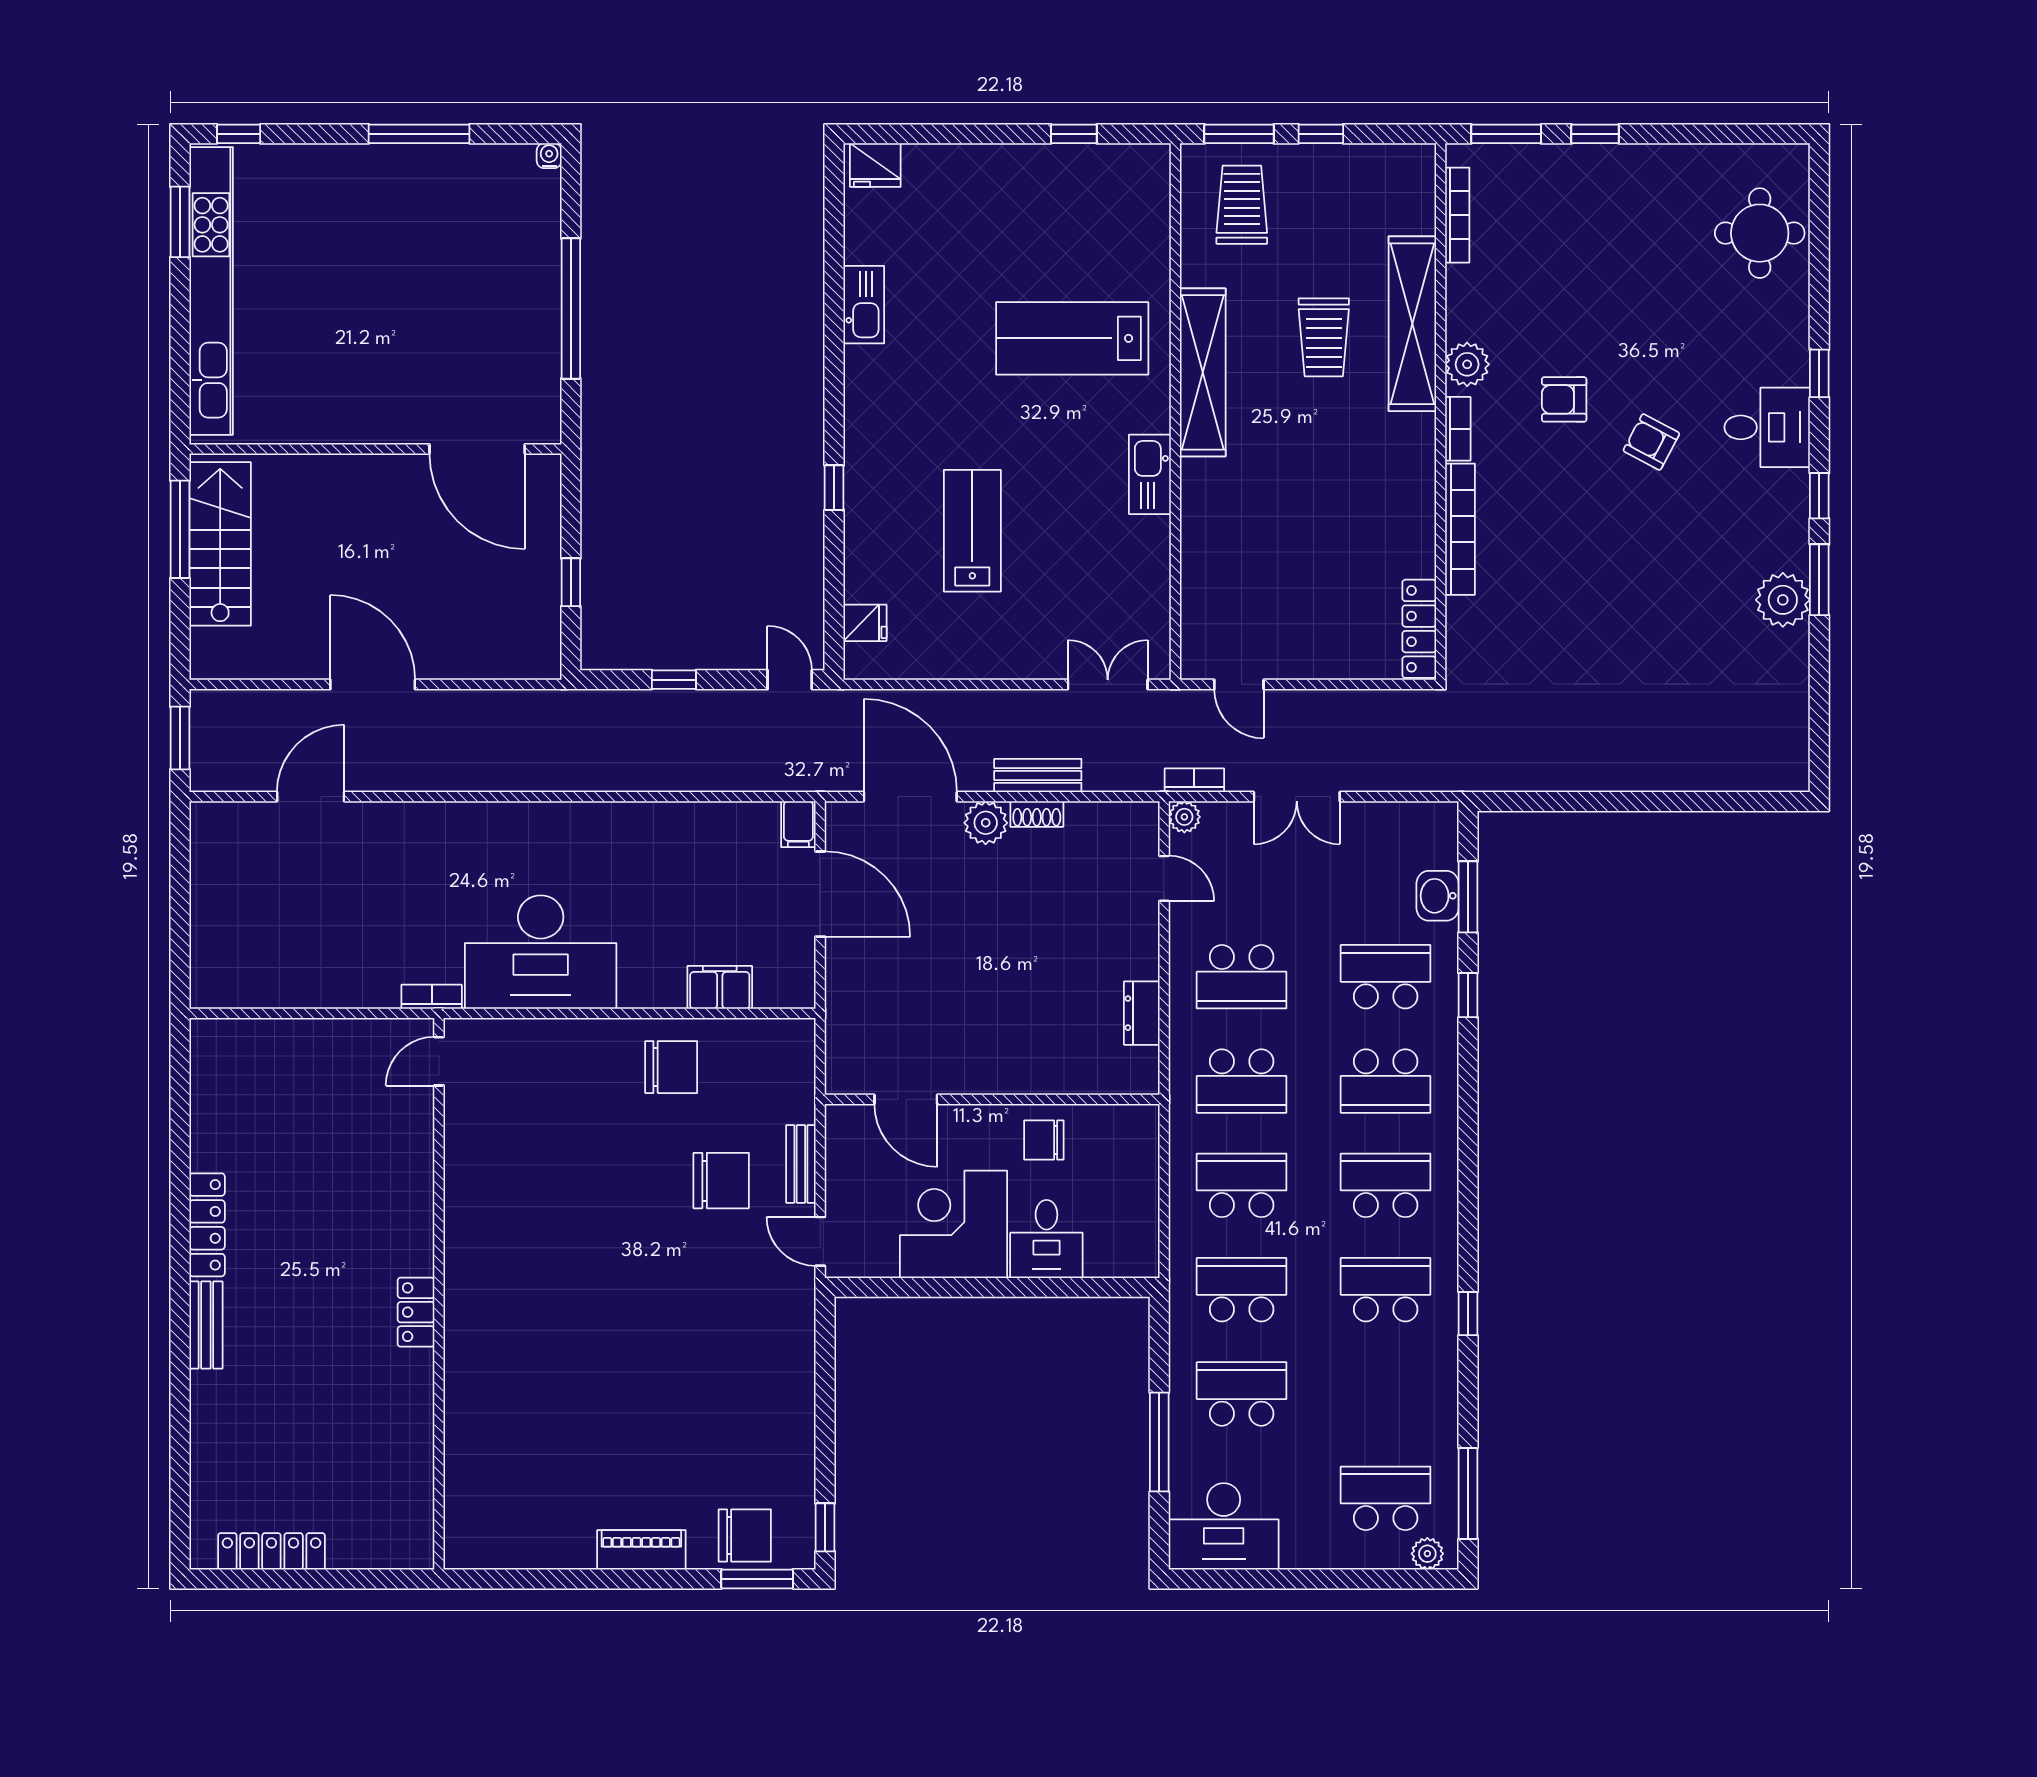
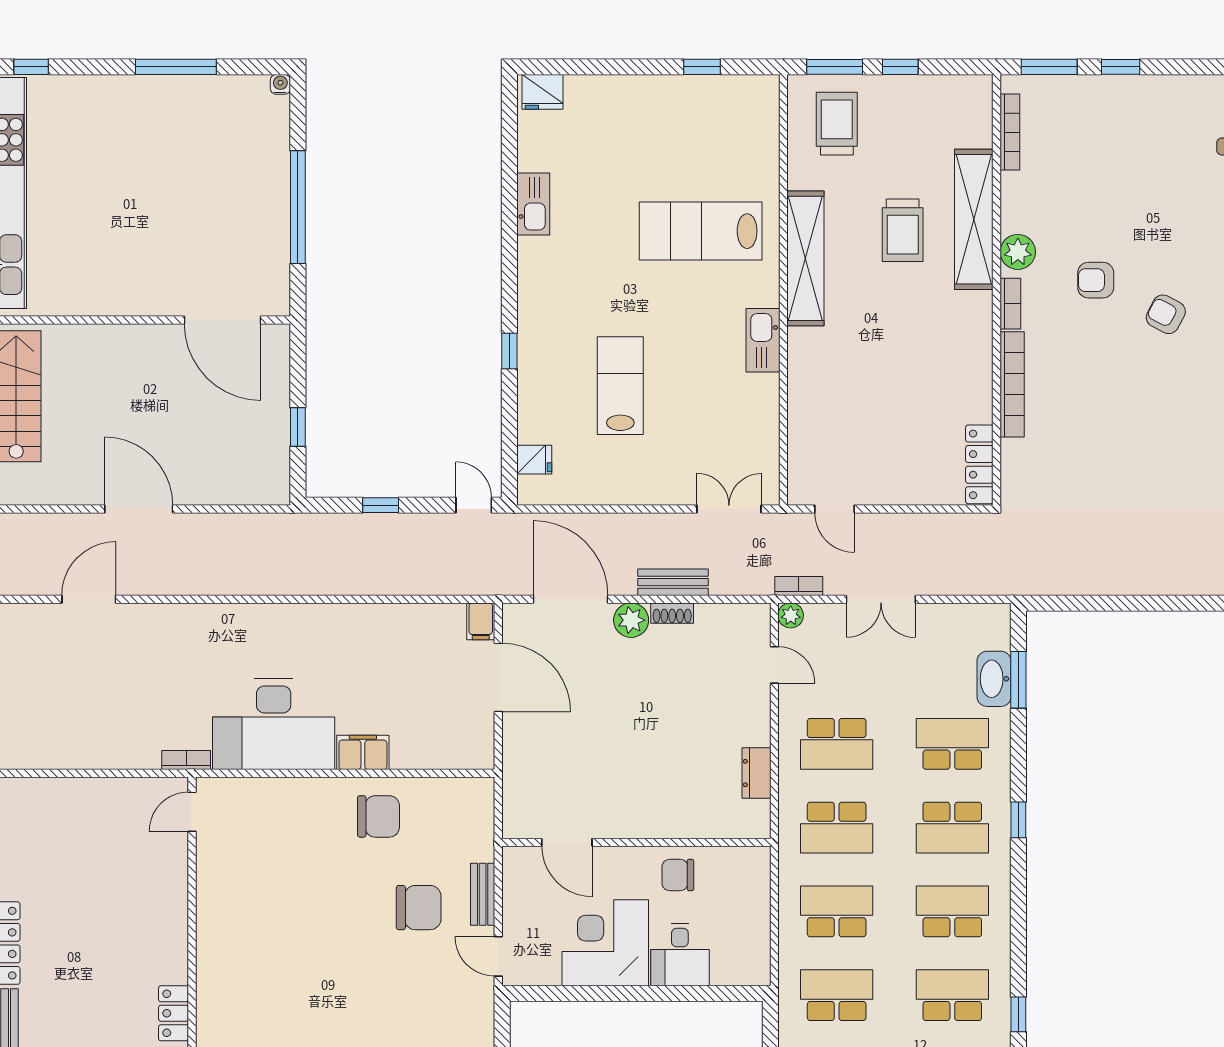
washbasin: (1438, 896) -> (994, 679), width x1.38
filing cabinet: (720, 987) -> (363, 752), moved
window: (1468, 995) -> (1018, 820), moved

